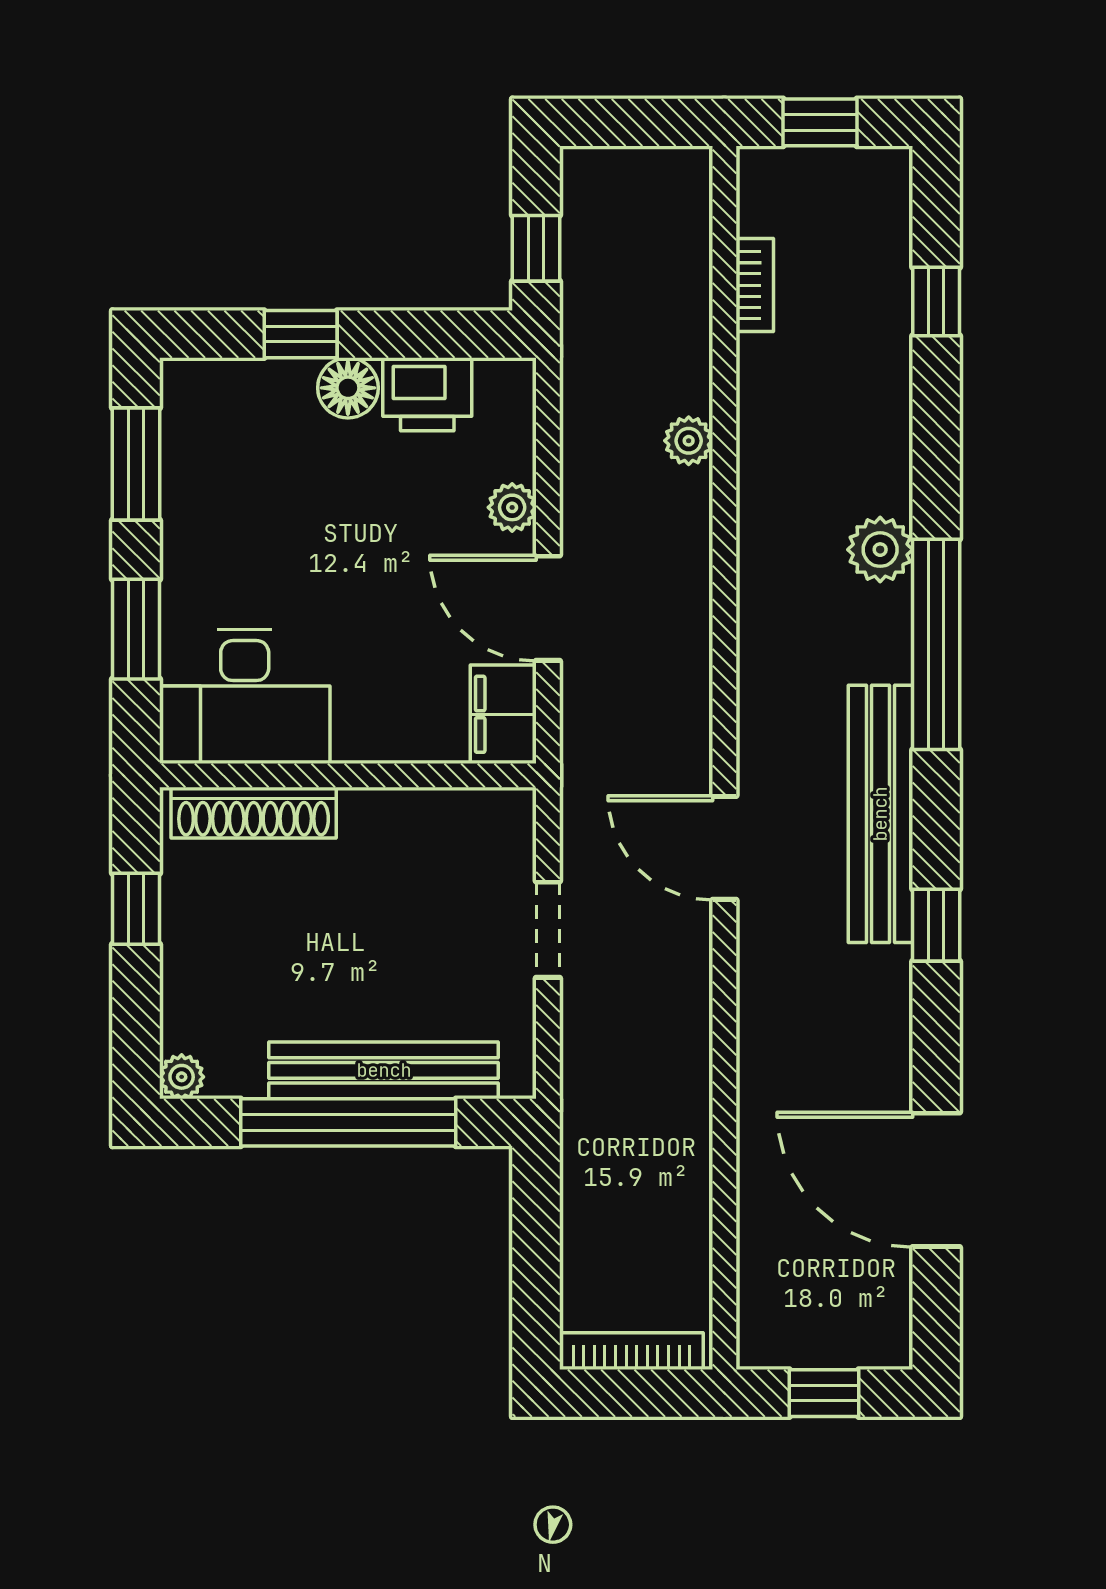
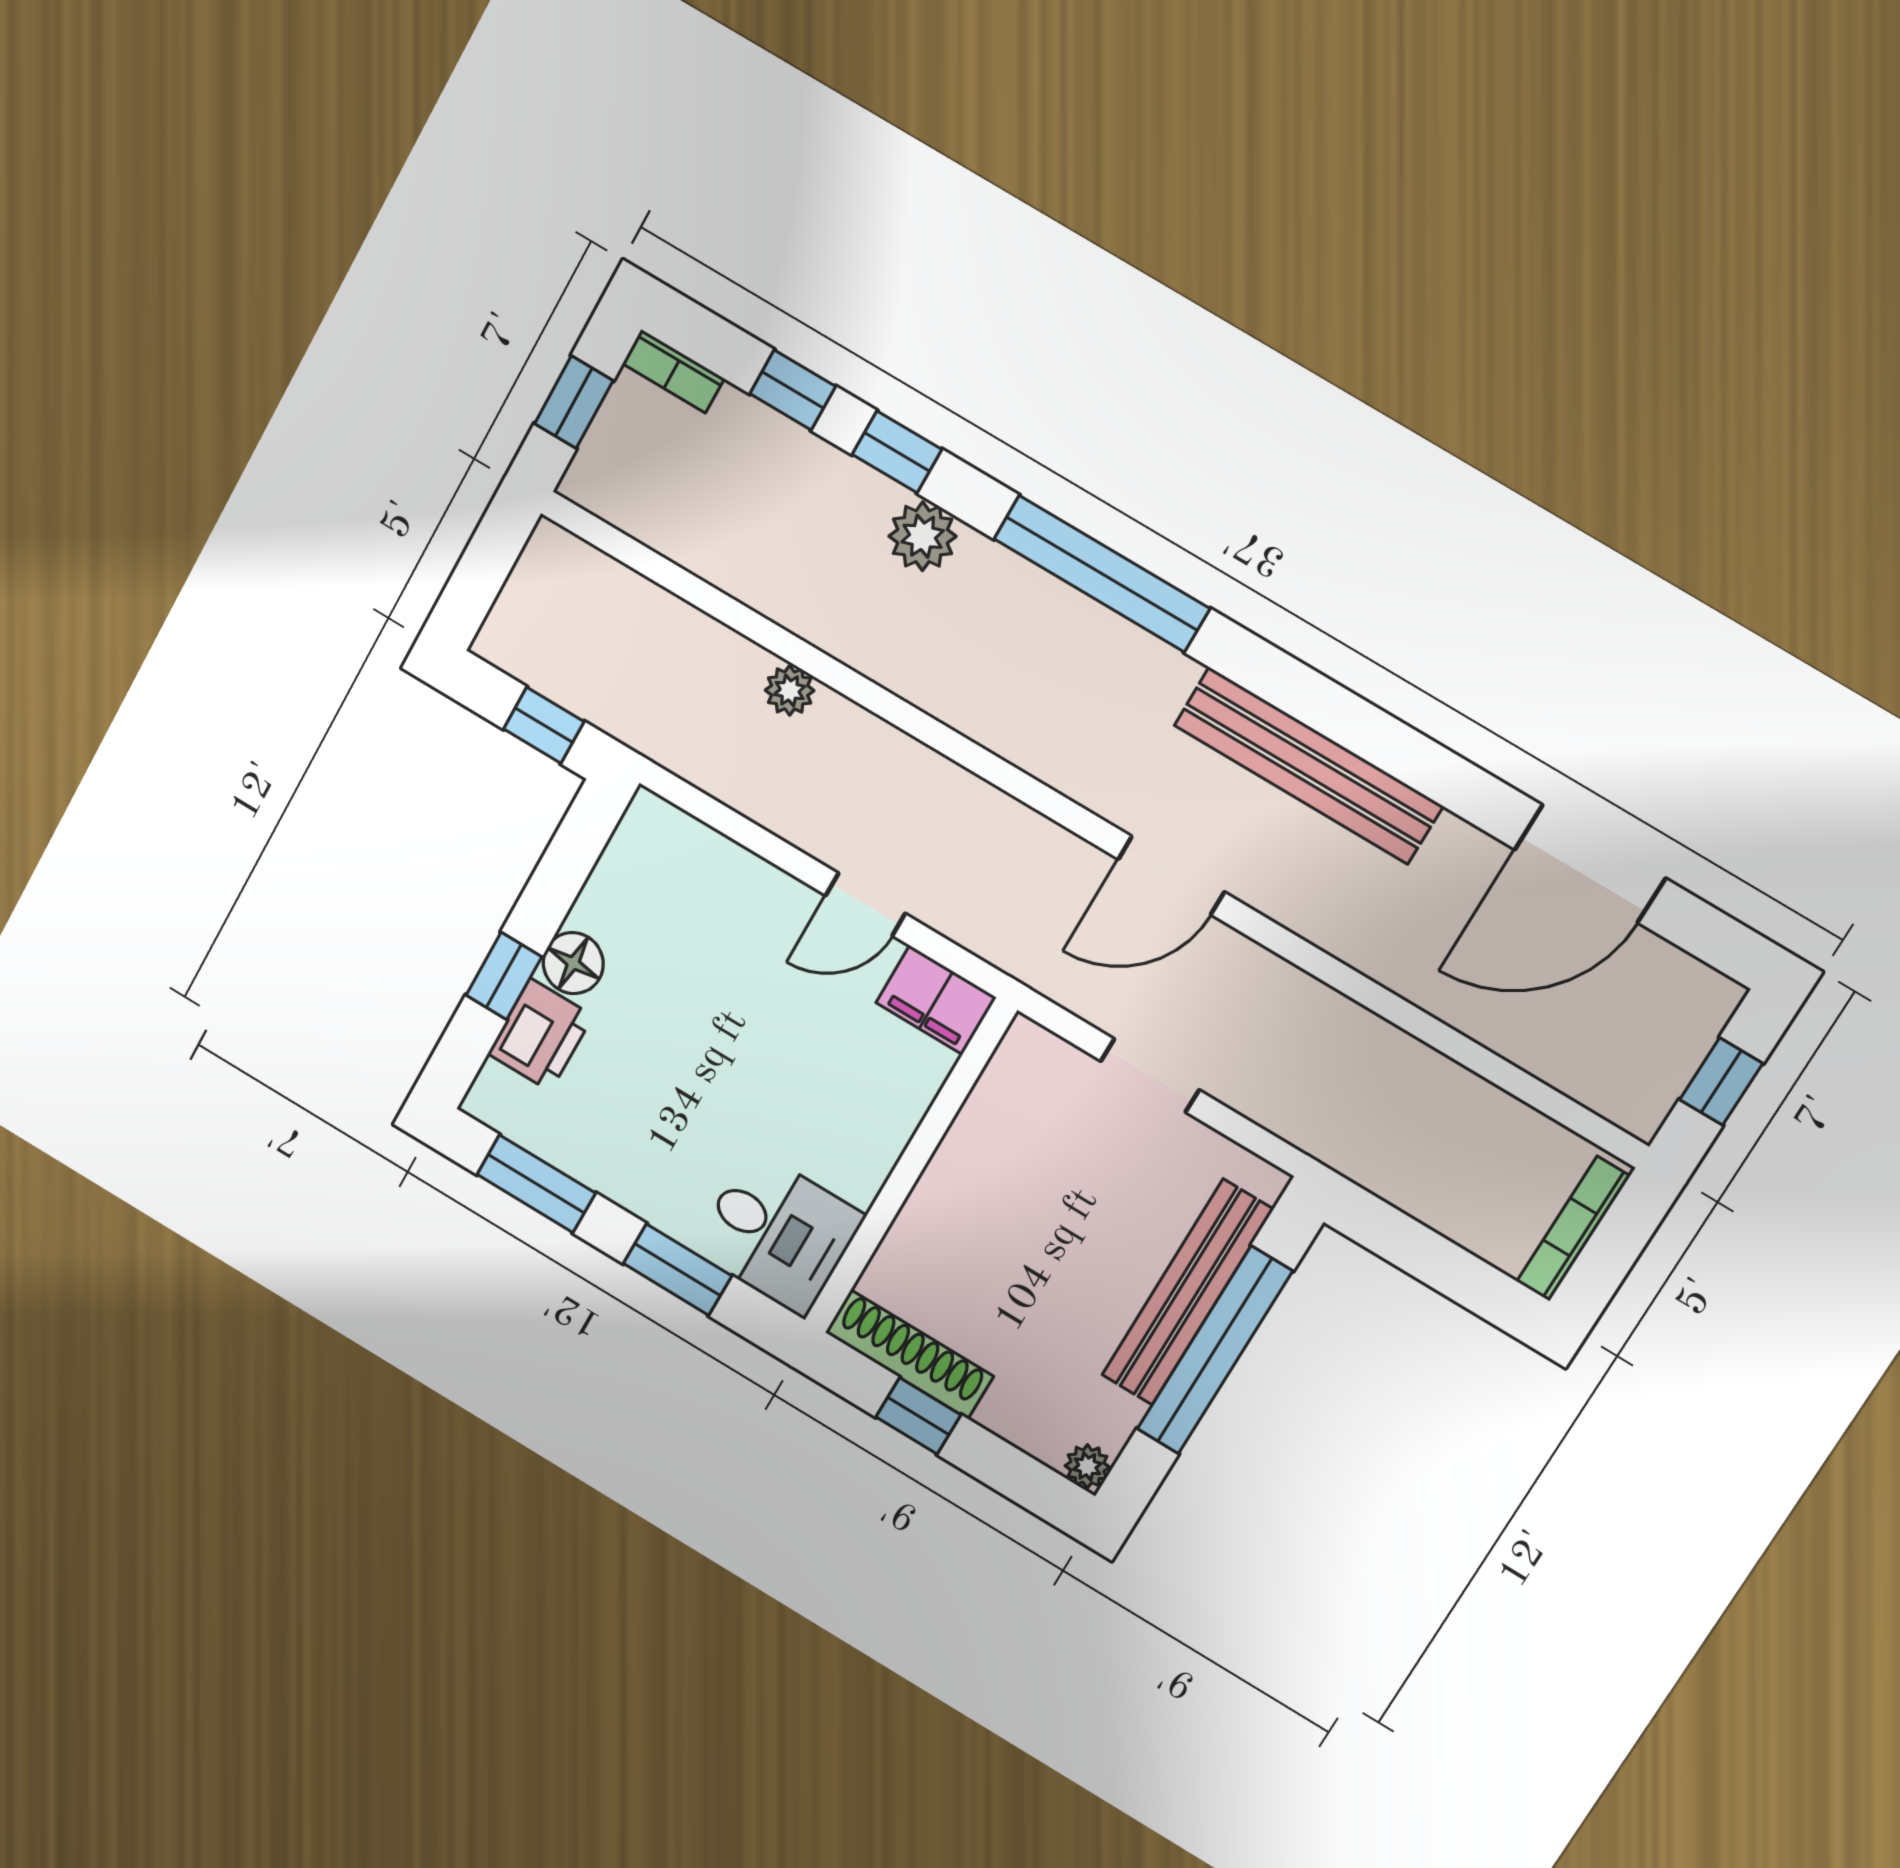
bookcase: (755, 285) -> (673, 371), moved, turned 180
printer: (427, 394) -> (540, 1035), moved
plant: (512, 507) -> (759, 883), removed
plant: (880, 550) -> (923, 536), moved
door: (548, 608) -> (865, 904), width x0.73
desk: (245, 697) -> (778, 1233), width x0.73
shoe rack: (254, 813) -> (909, 1354), moved, turned -90
bench: (880, 814) -> (1308, 766), moved
window: (936, 925) -> (897, 452), moved

